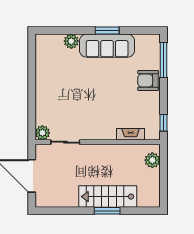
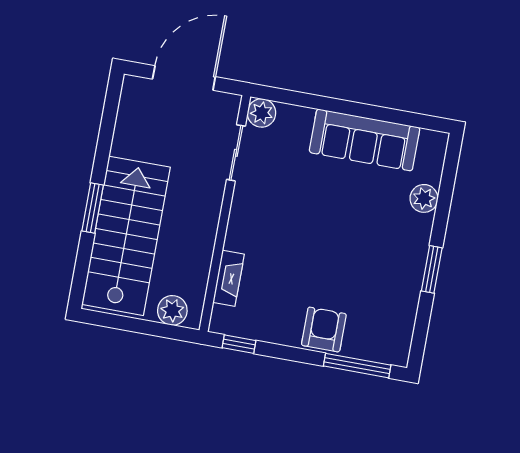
sofa: (107, 46) -> (365, 140), moved, turned -90
stairs: (108, 197) -> (126, 236), width x1.36, depth x1.51

